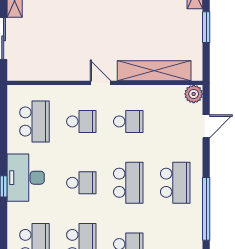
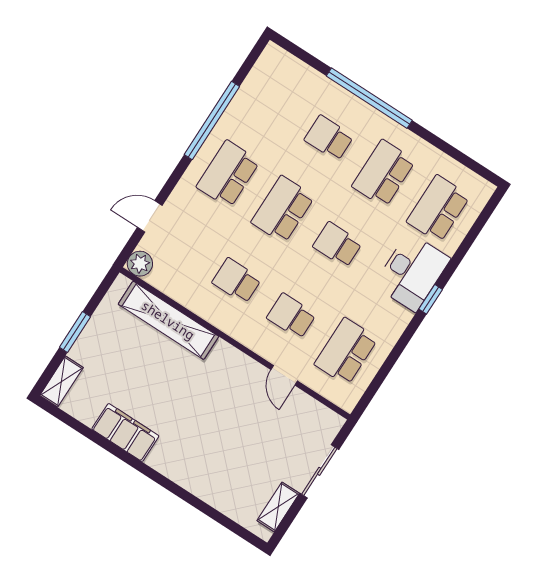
door: (100, 83) -> (284, 375), moved
desk: (26, 178) -> (412, 272), moved

